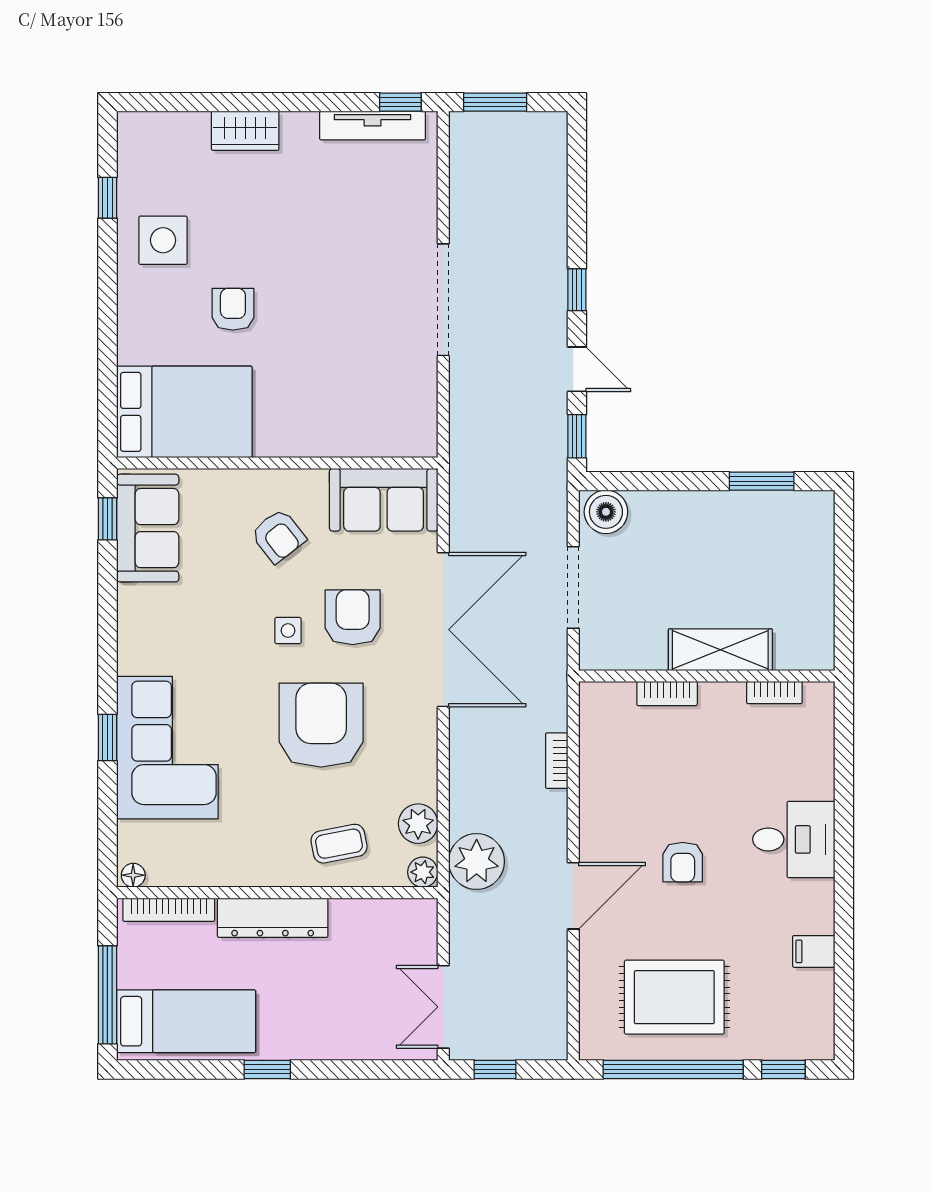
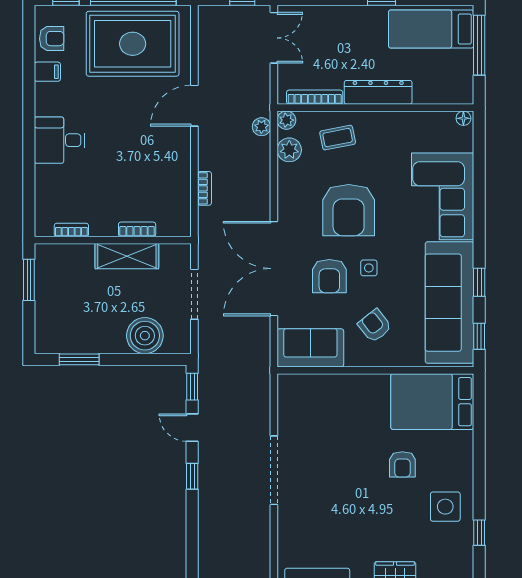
boiler: (606, 512) -> (145, 336), moved, width x1.37, depth x1.37
sofa: (148, 528) -> (449, 303), width x1.85, depth x1.27
window: (844, 611) -> (29, 280), added
shelving: (720, 650) -> (127, 256), moved
window: (107, 737) -> (479, 282), moved
plant: (477, 862) -> (261, 127), width x0.53, depth x0.53
armchair: (683, 862) -> (52, 39), moved, turned 90
bookcase: (169, 910) -> (315, 97), moved
rug: (674, 997) -> (133, 44), width x1.37, depth x1.44

